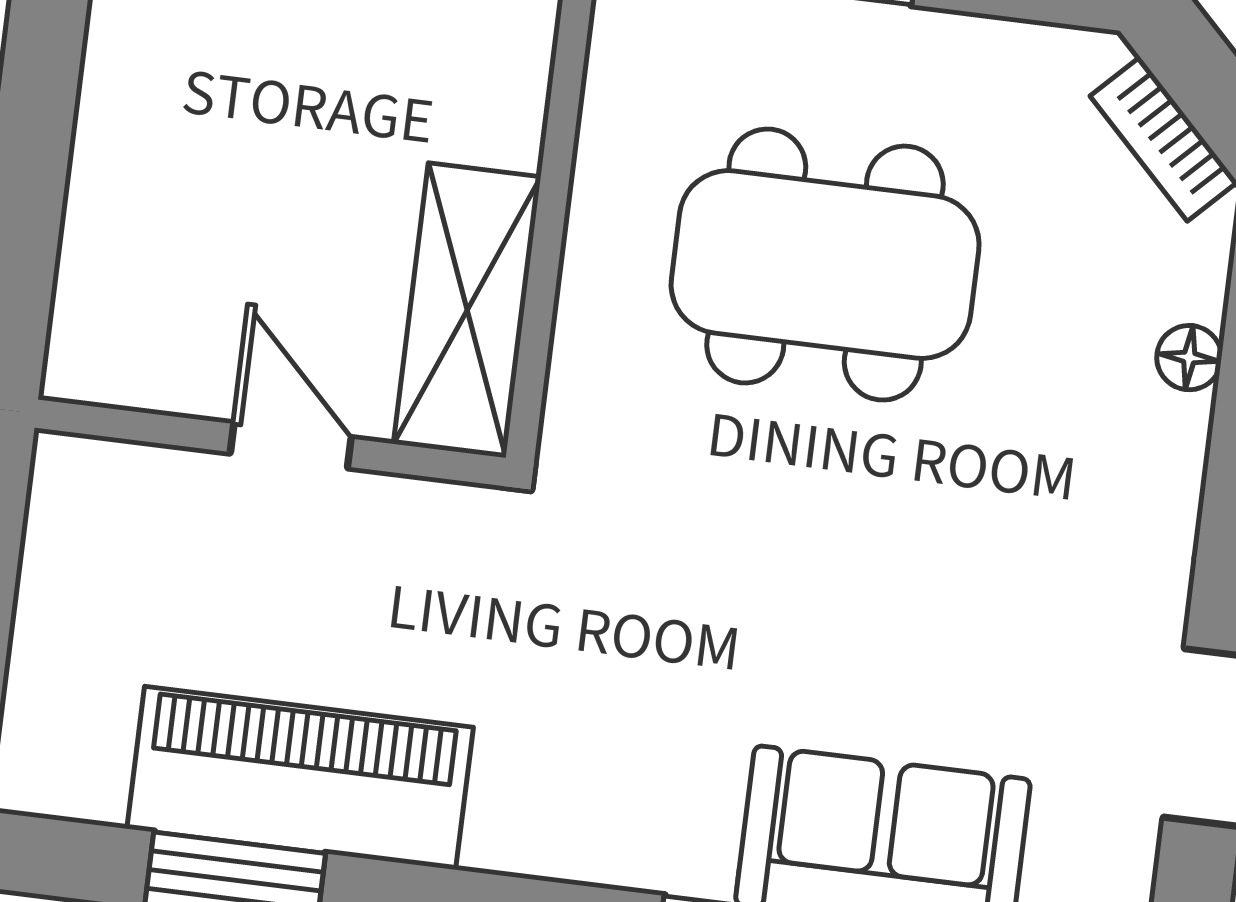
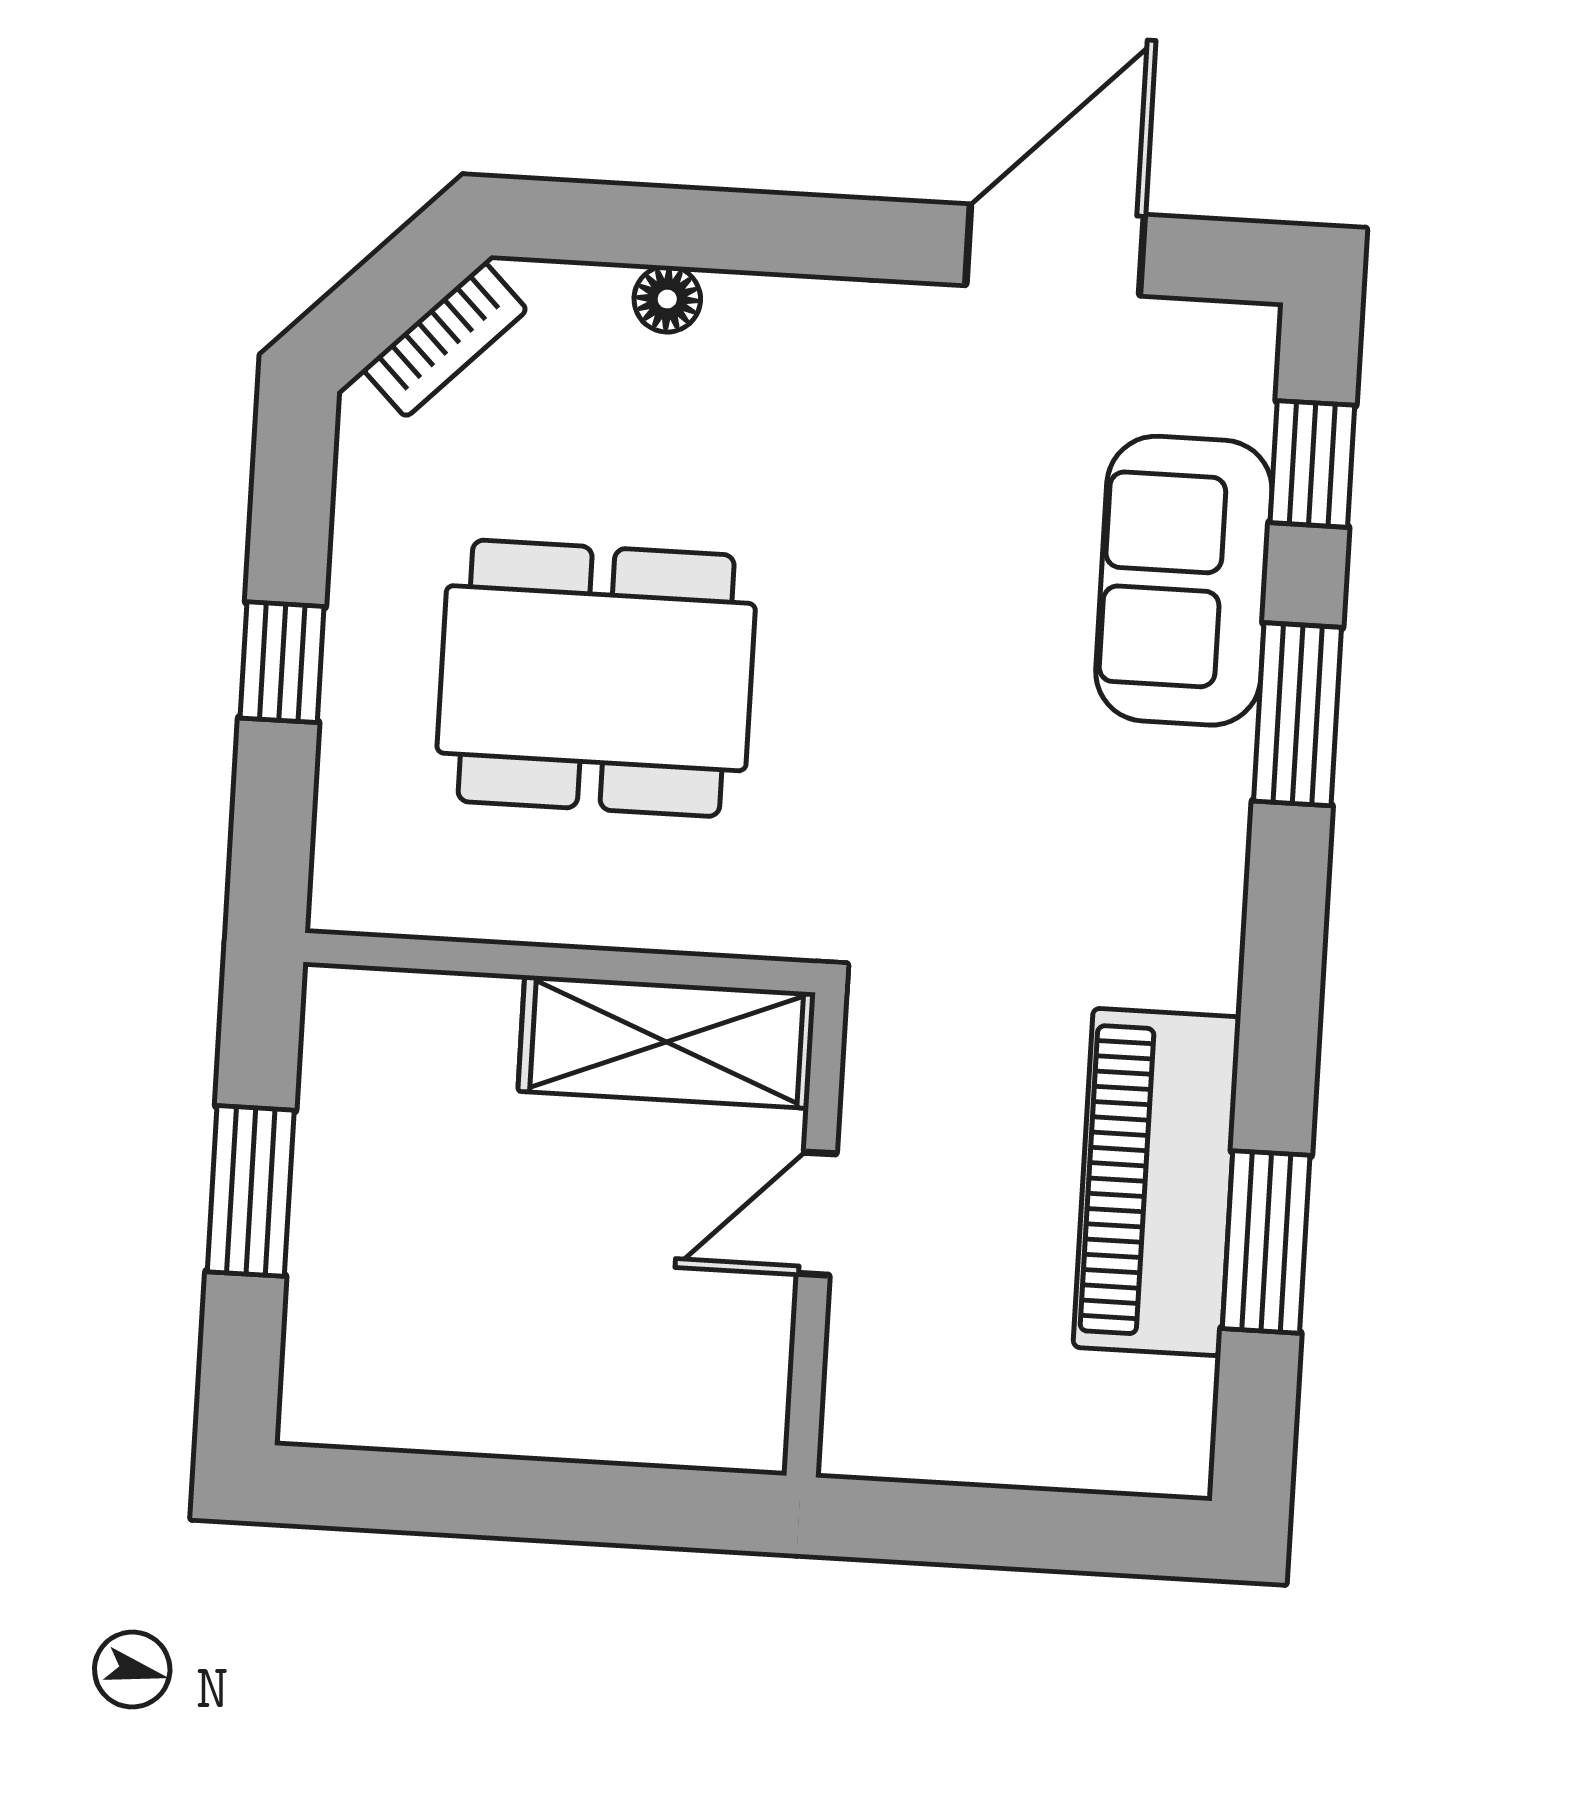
dining table: (825, 265) -> (596, 678), turned 90

